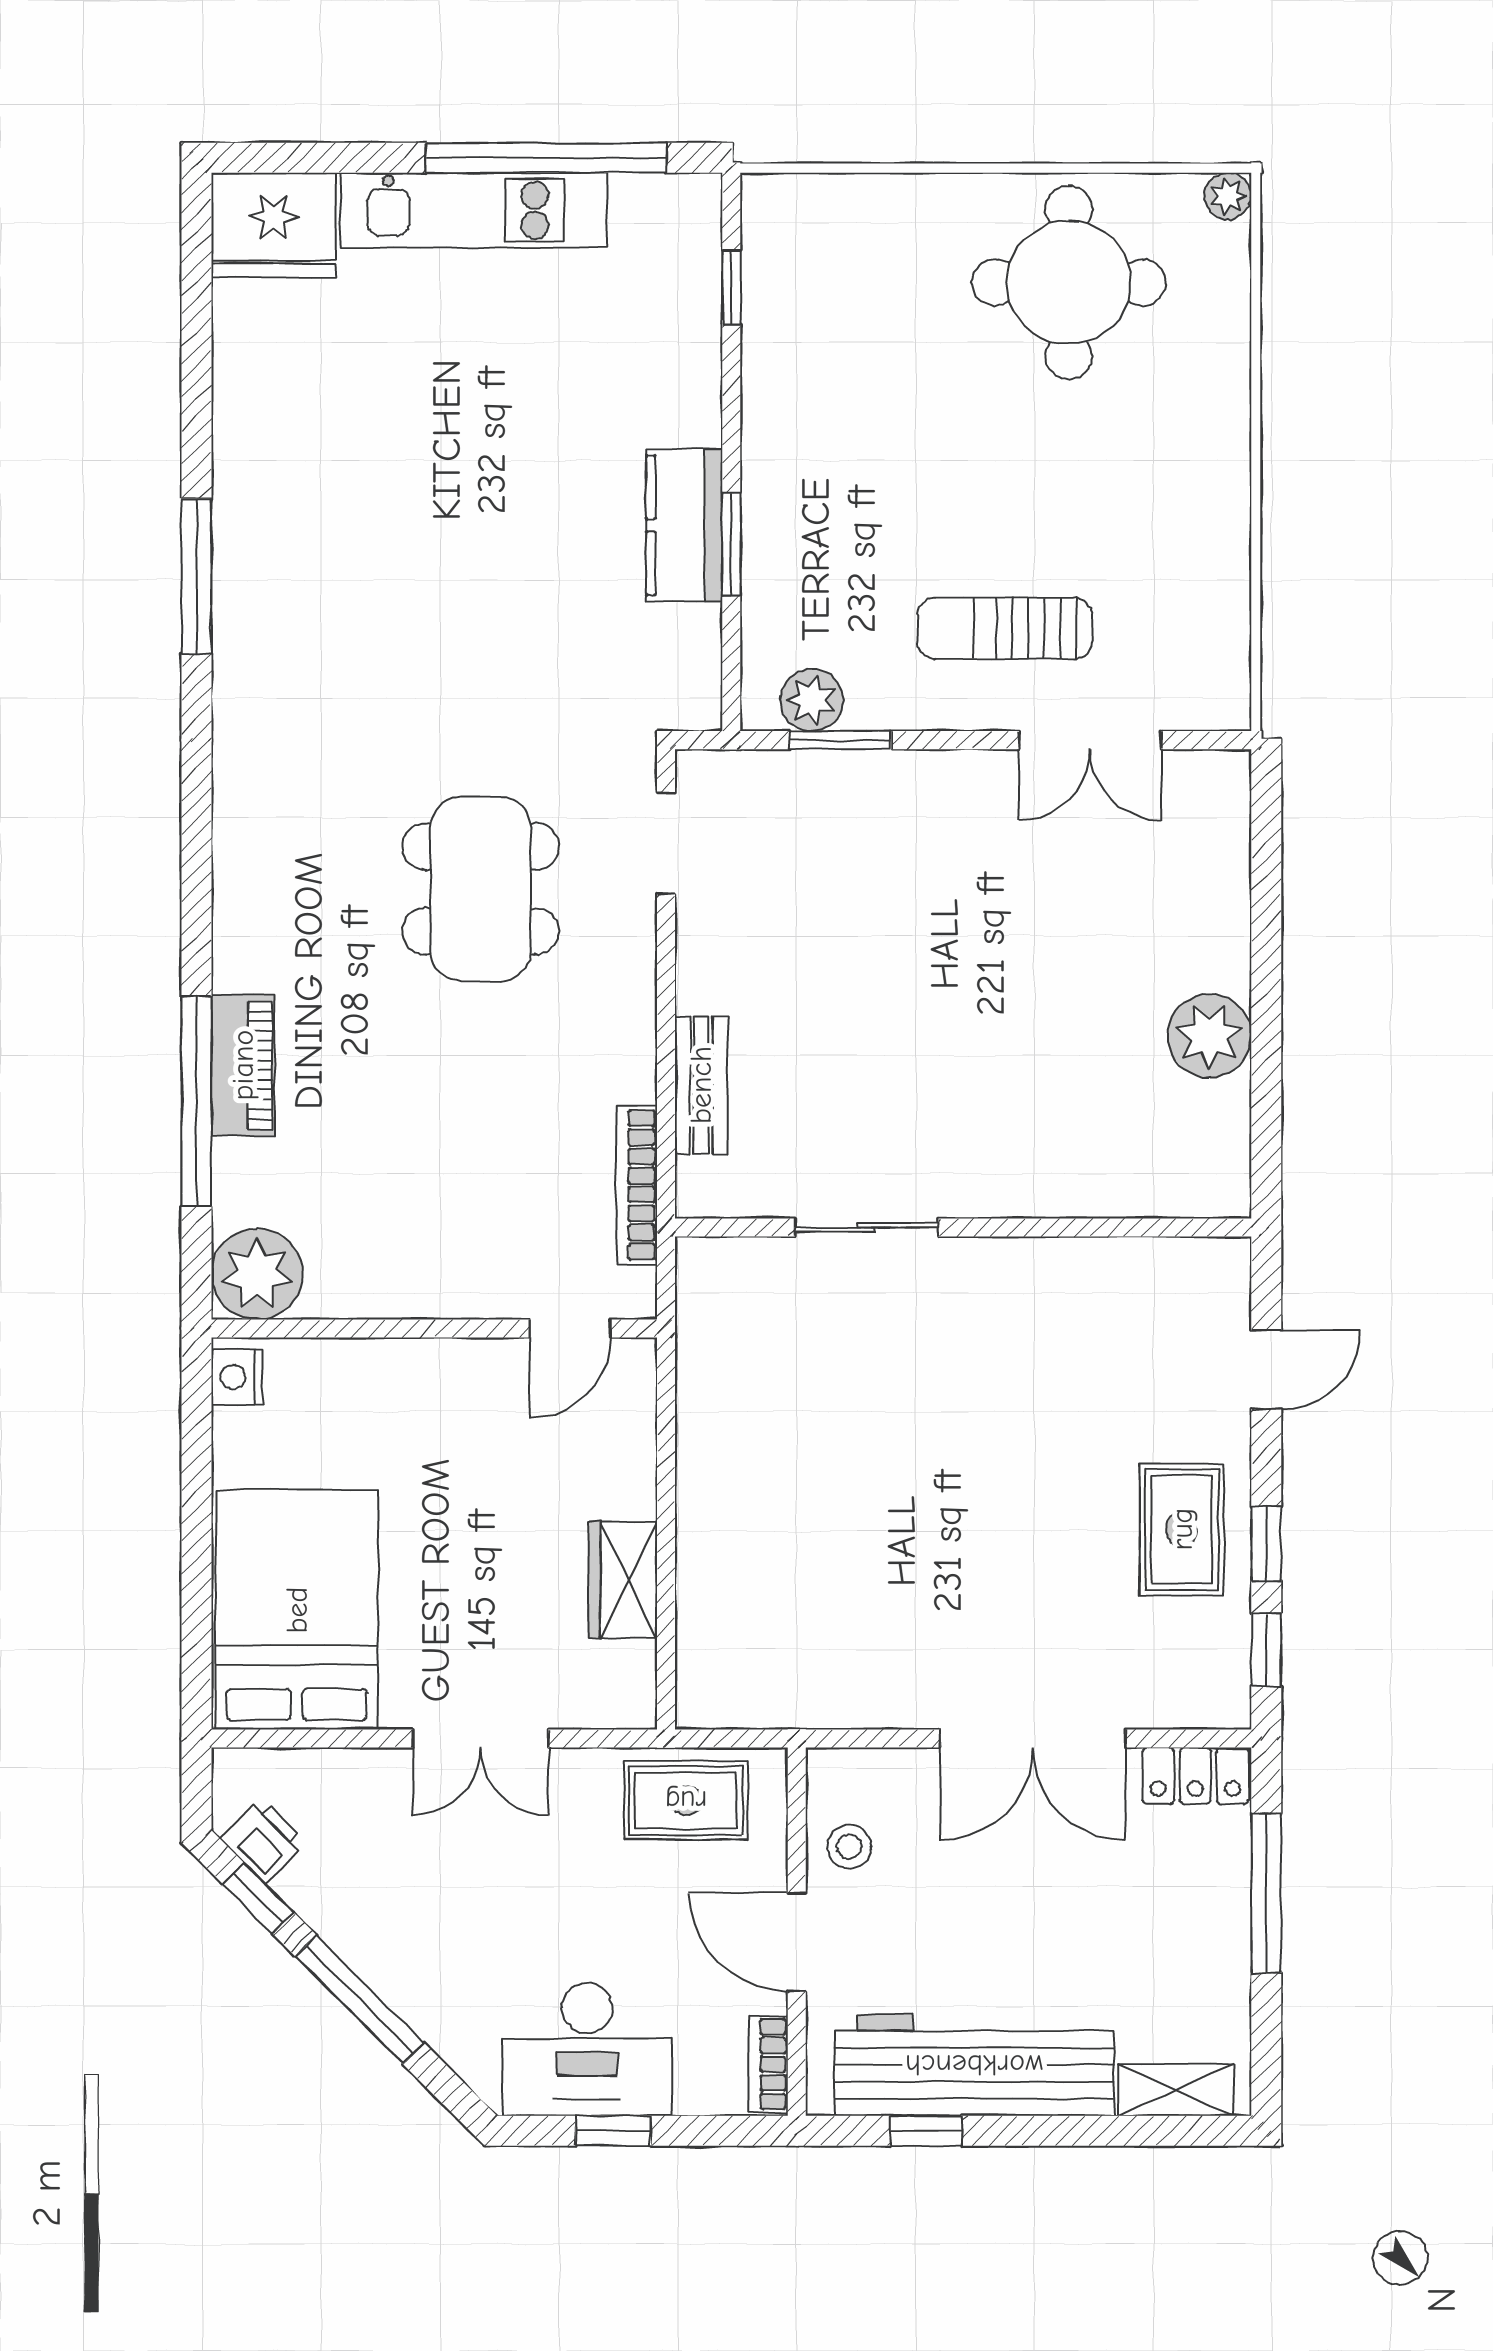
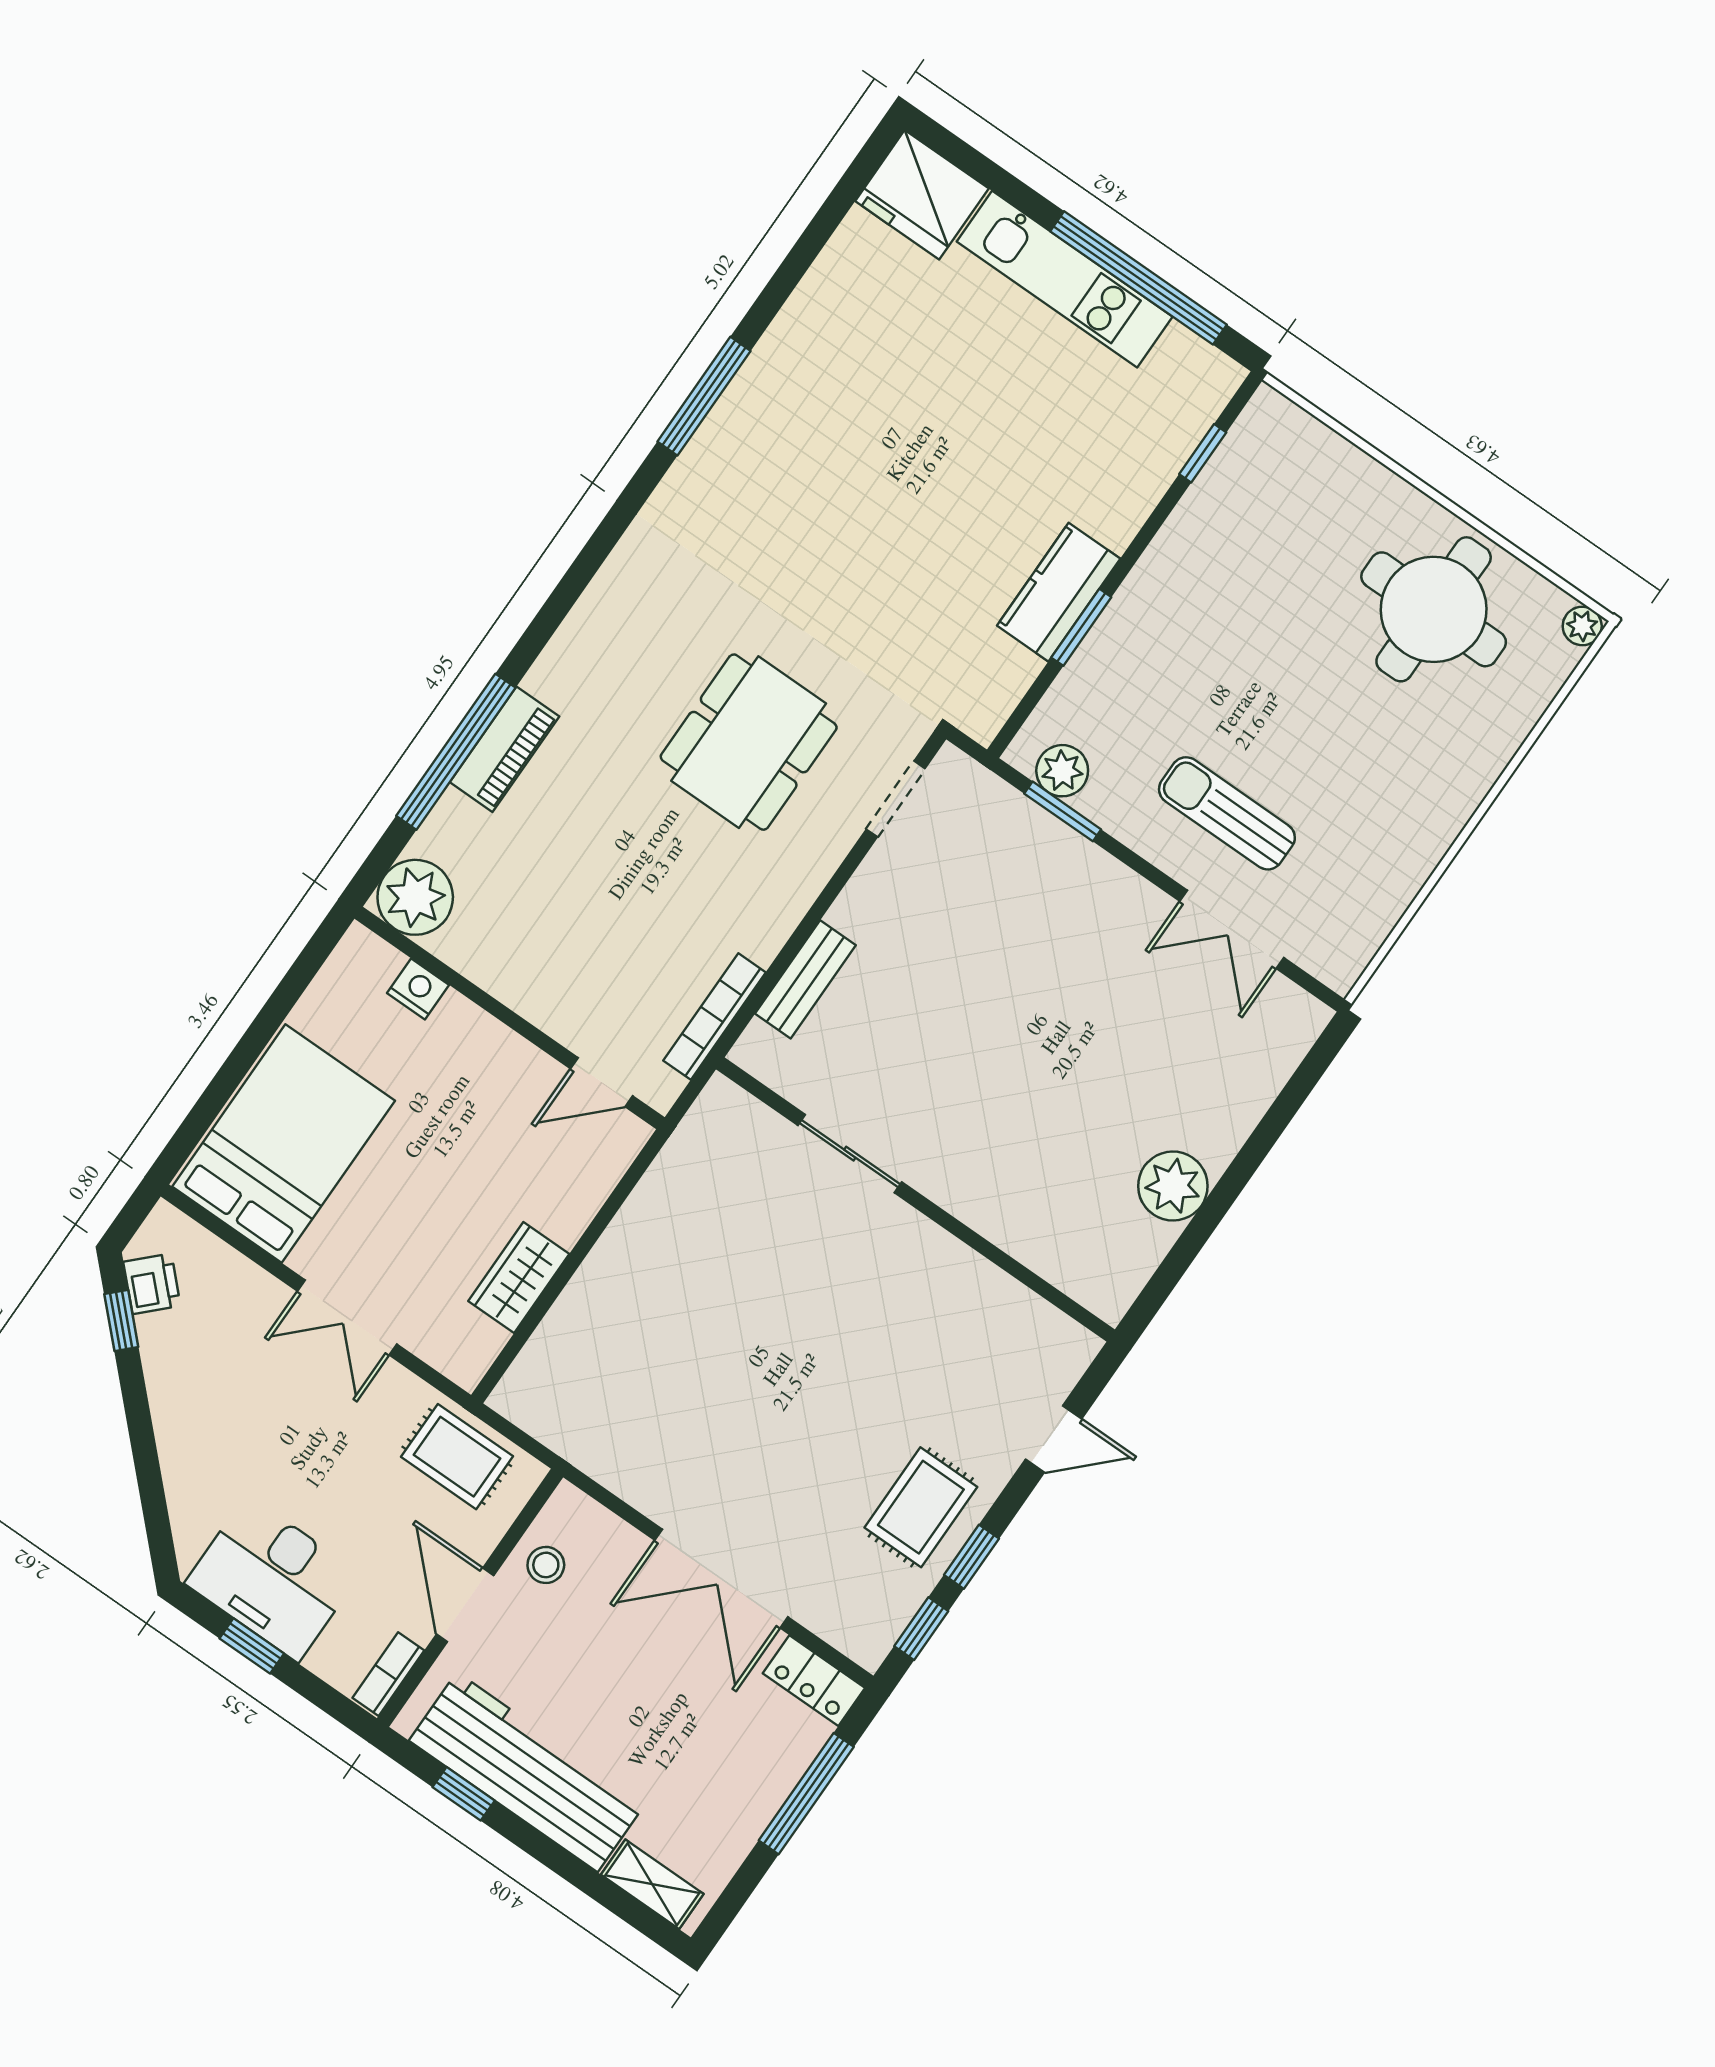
nightstand: (237, 1377) -> (418, 989), moved, turned 90
window: (360, 2000) -> (142, 1437), removed

